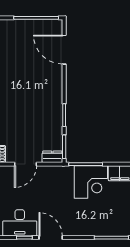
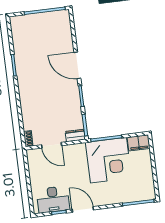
door: (64, 50) -> (77, 65), moved
door: (25, 164) -> (52, 145), hinge flipped
corner desk: (91, 182) -> (108, 160), width x1.36, depth x1.36

